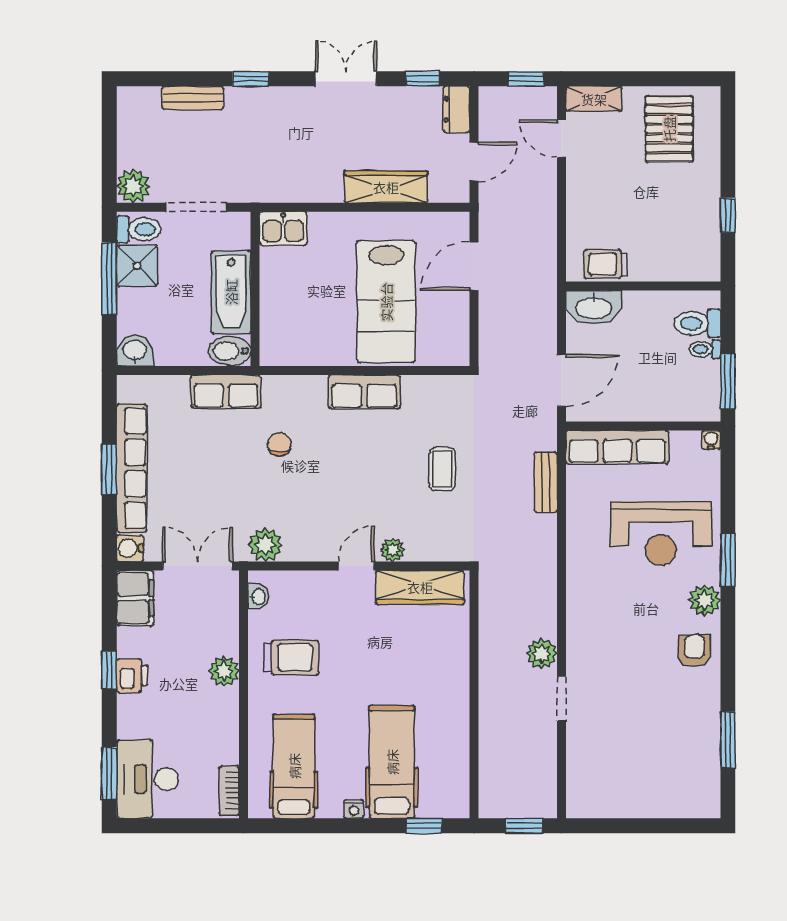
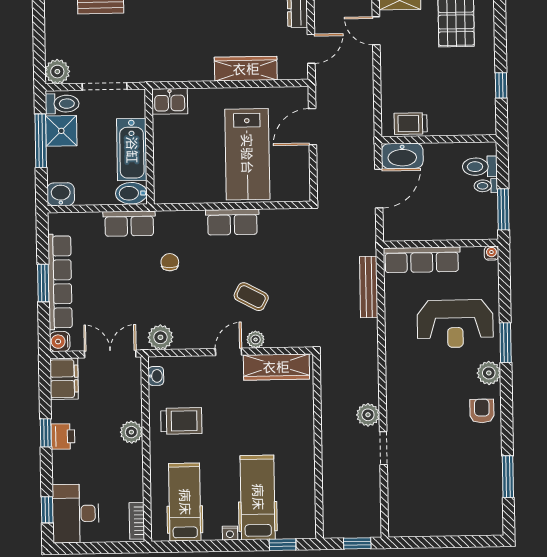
door: (562, 381) -> (379, 189), moved
coffee table: (442, 469) -> (251, 297), moved, turned -62
bench: (546, 482) -> (369, 287), width x1.36
window: (109, 774) -> (47, 510), width x0.67

